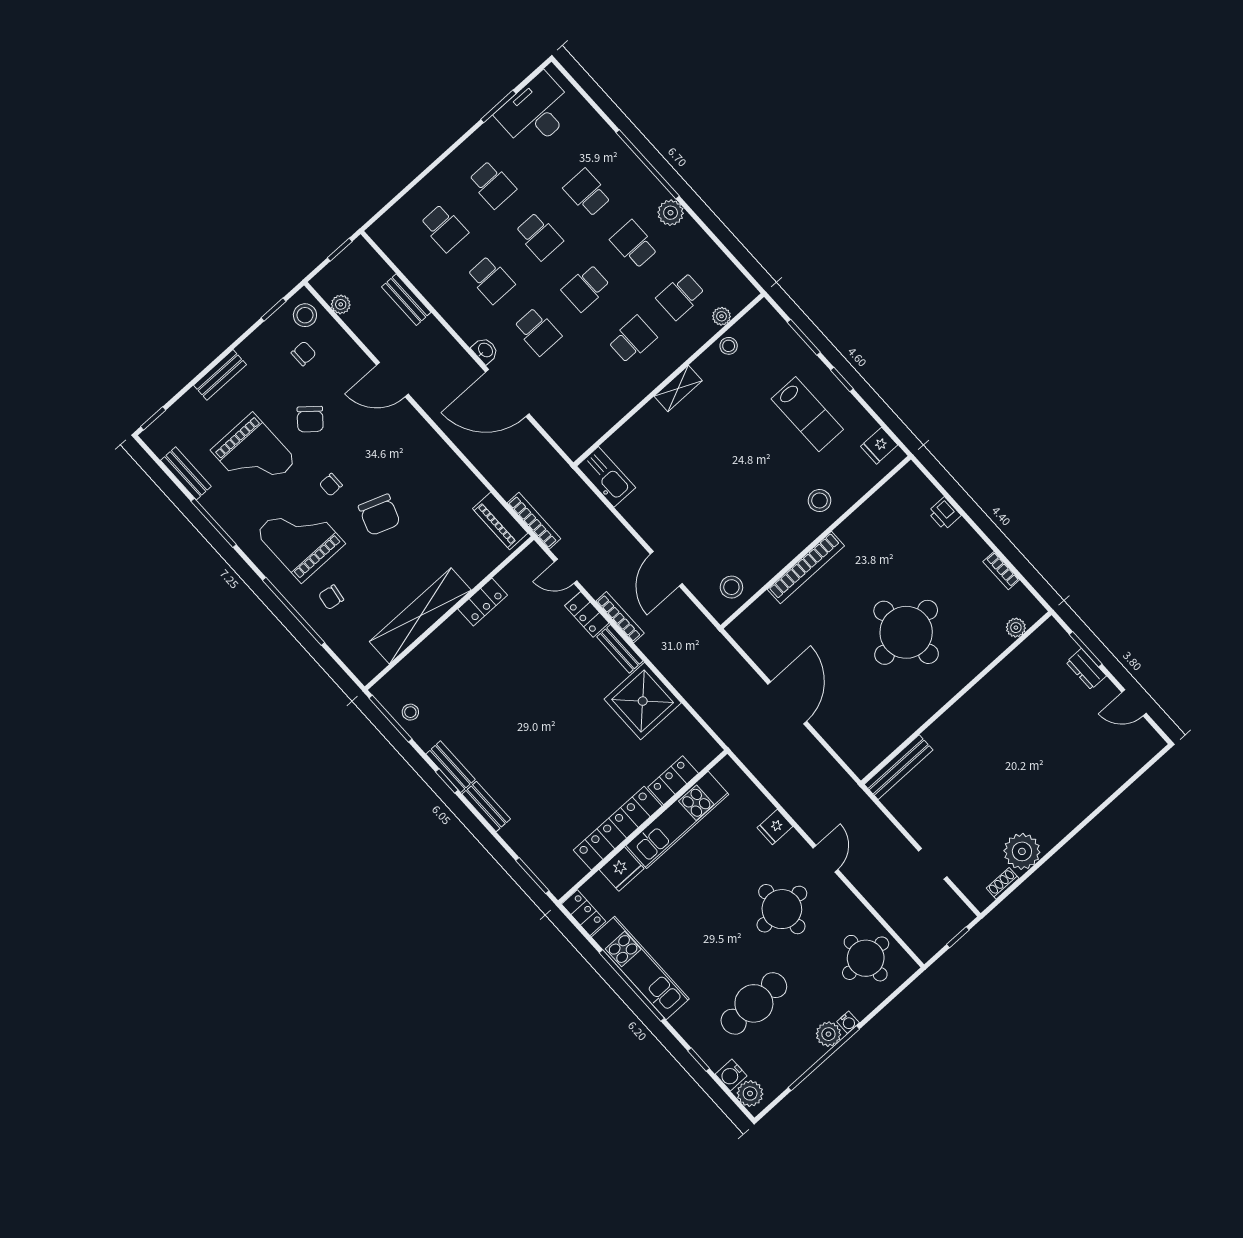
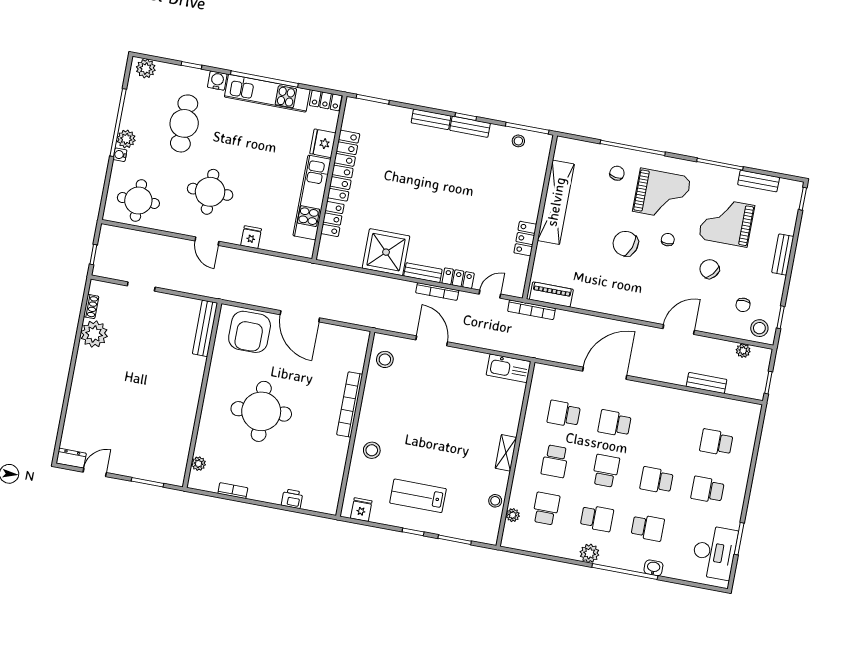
school desk: (491, 280) -> (564, 414), moved
washbasin: (485, 350) -> (653, 568), moved, turned 180
dresser: (1086, 669) -> (71, 458), moved
armchair: (854, 727) -> (250, 332), added
water cooler: (731, 1075) -> (217, 81), moved

